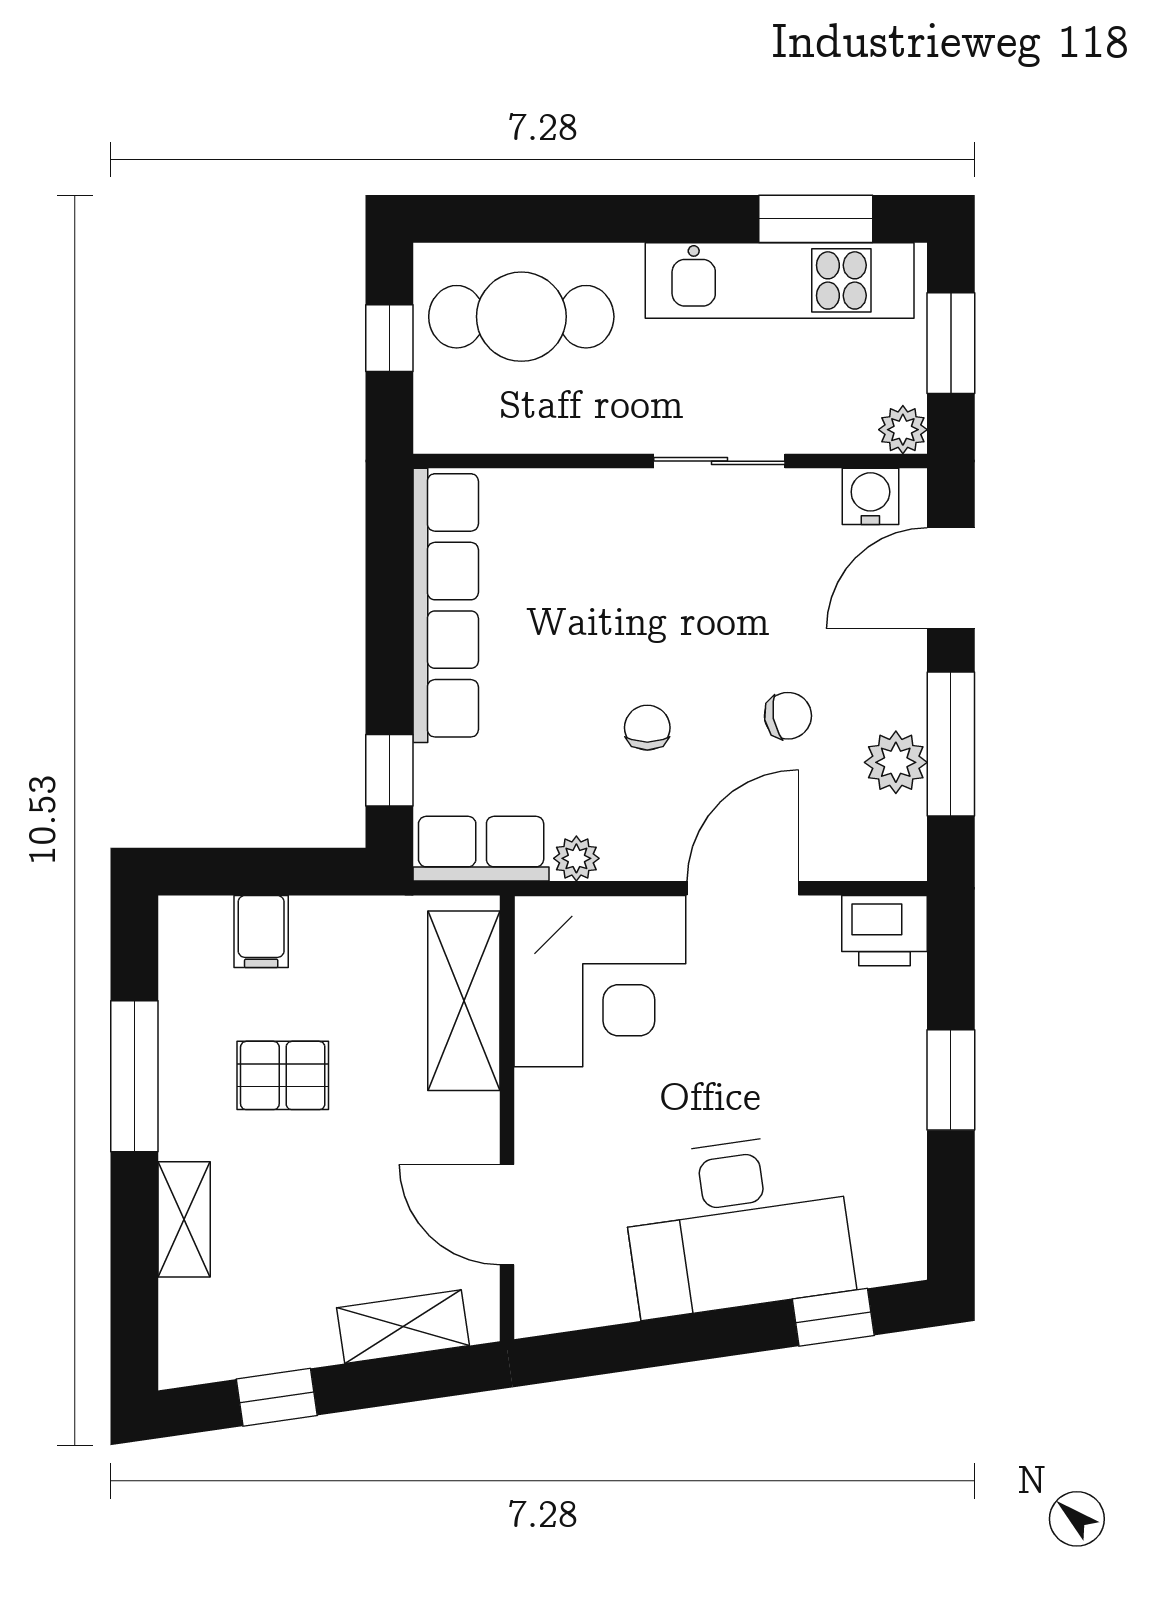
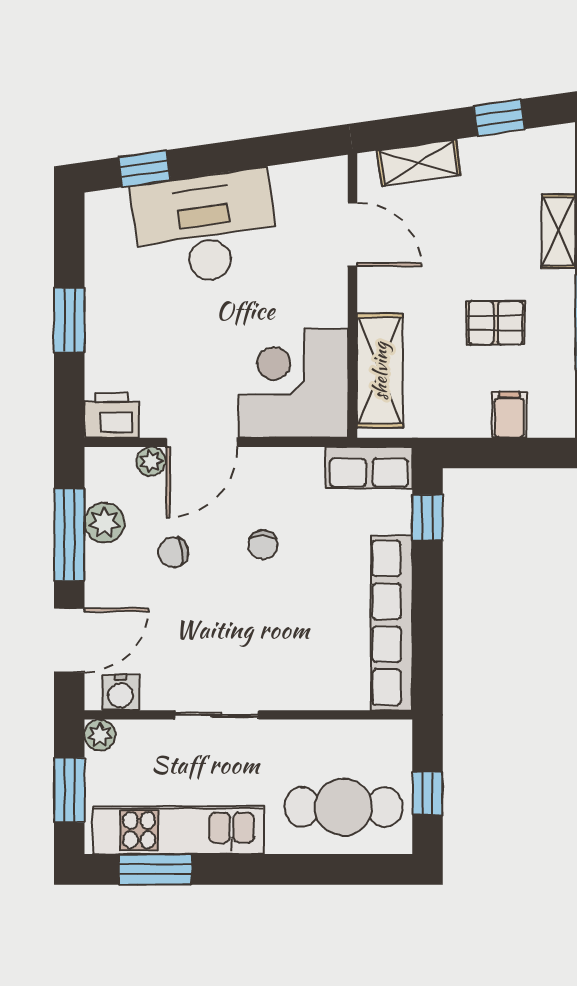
plant: (576, 858) -> (151, 461), moved

